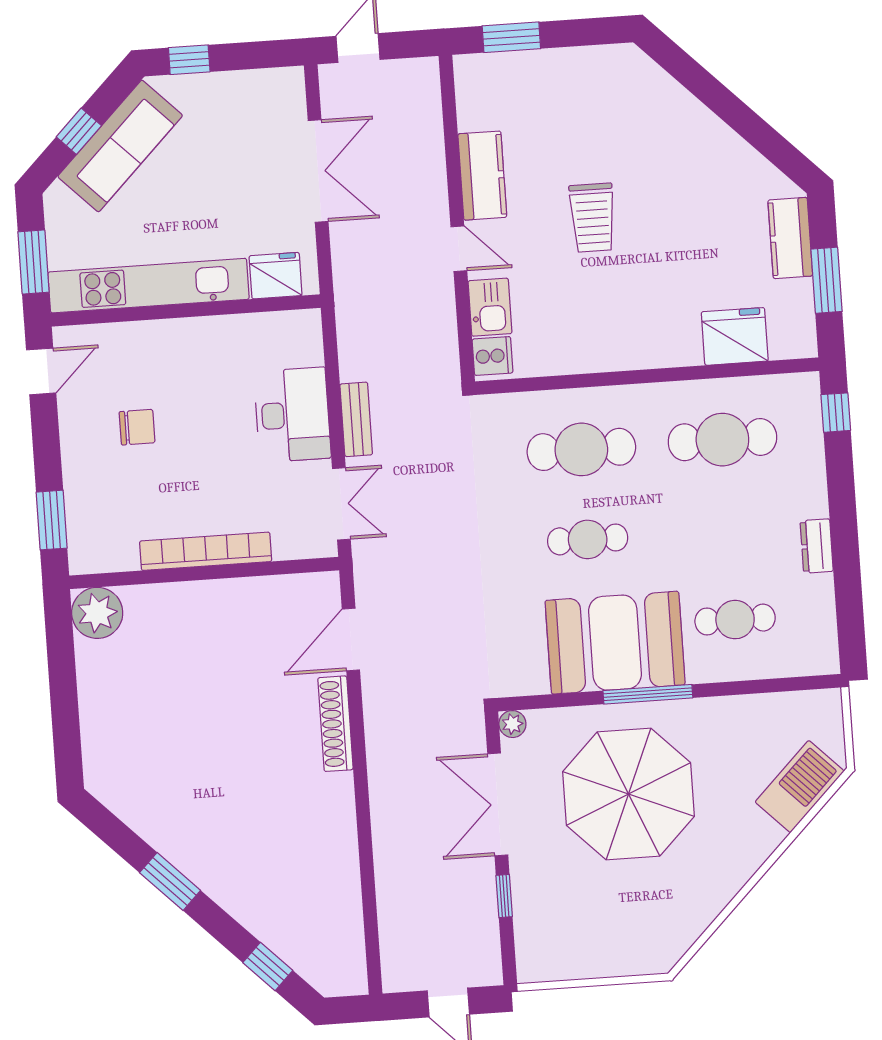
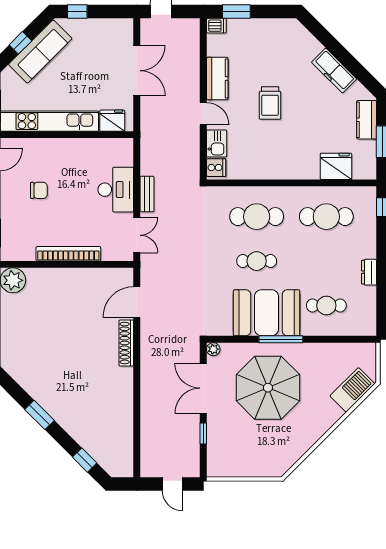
dishwasher: (473, 69) -> (216, 26), added
freezer: (718, 143) -> (334, 71), added

